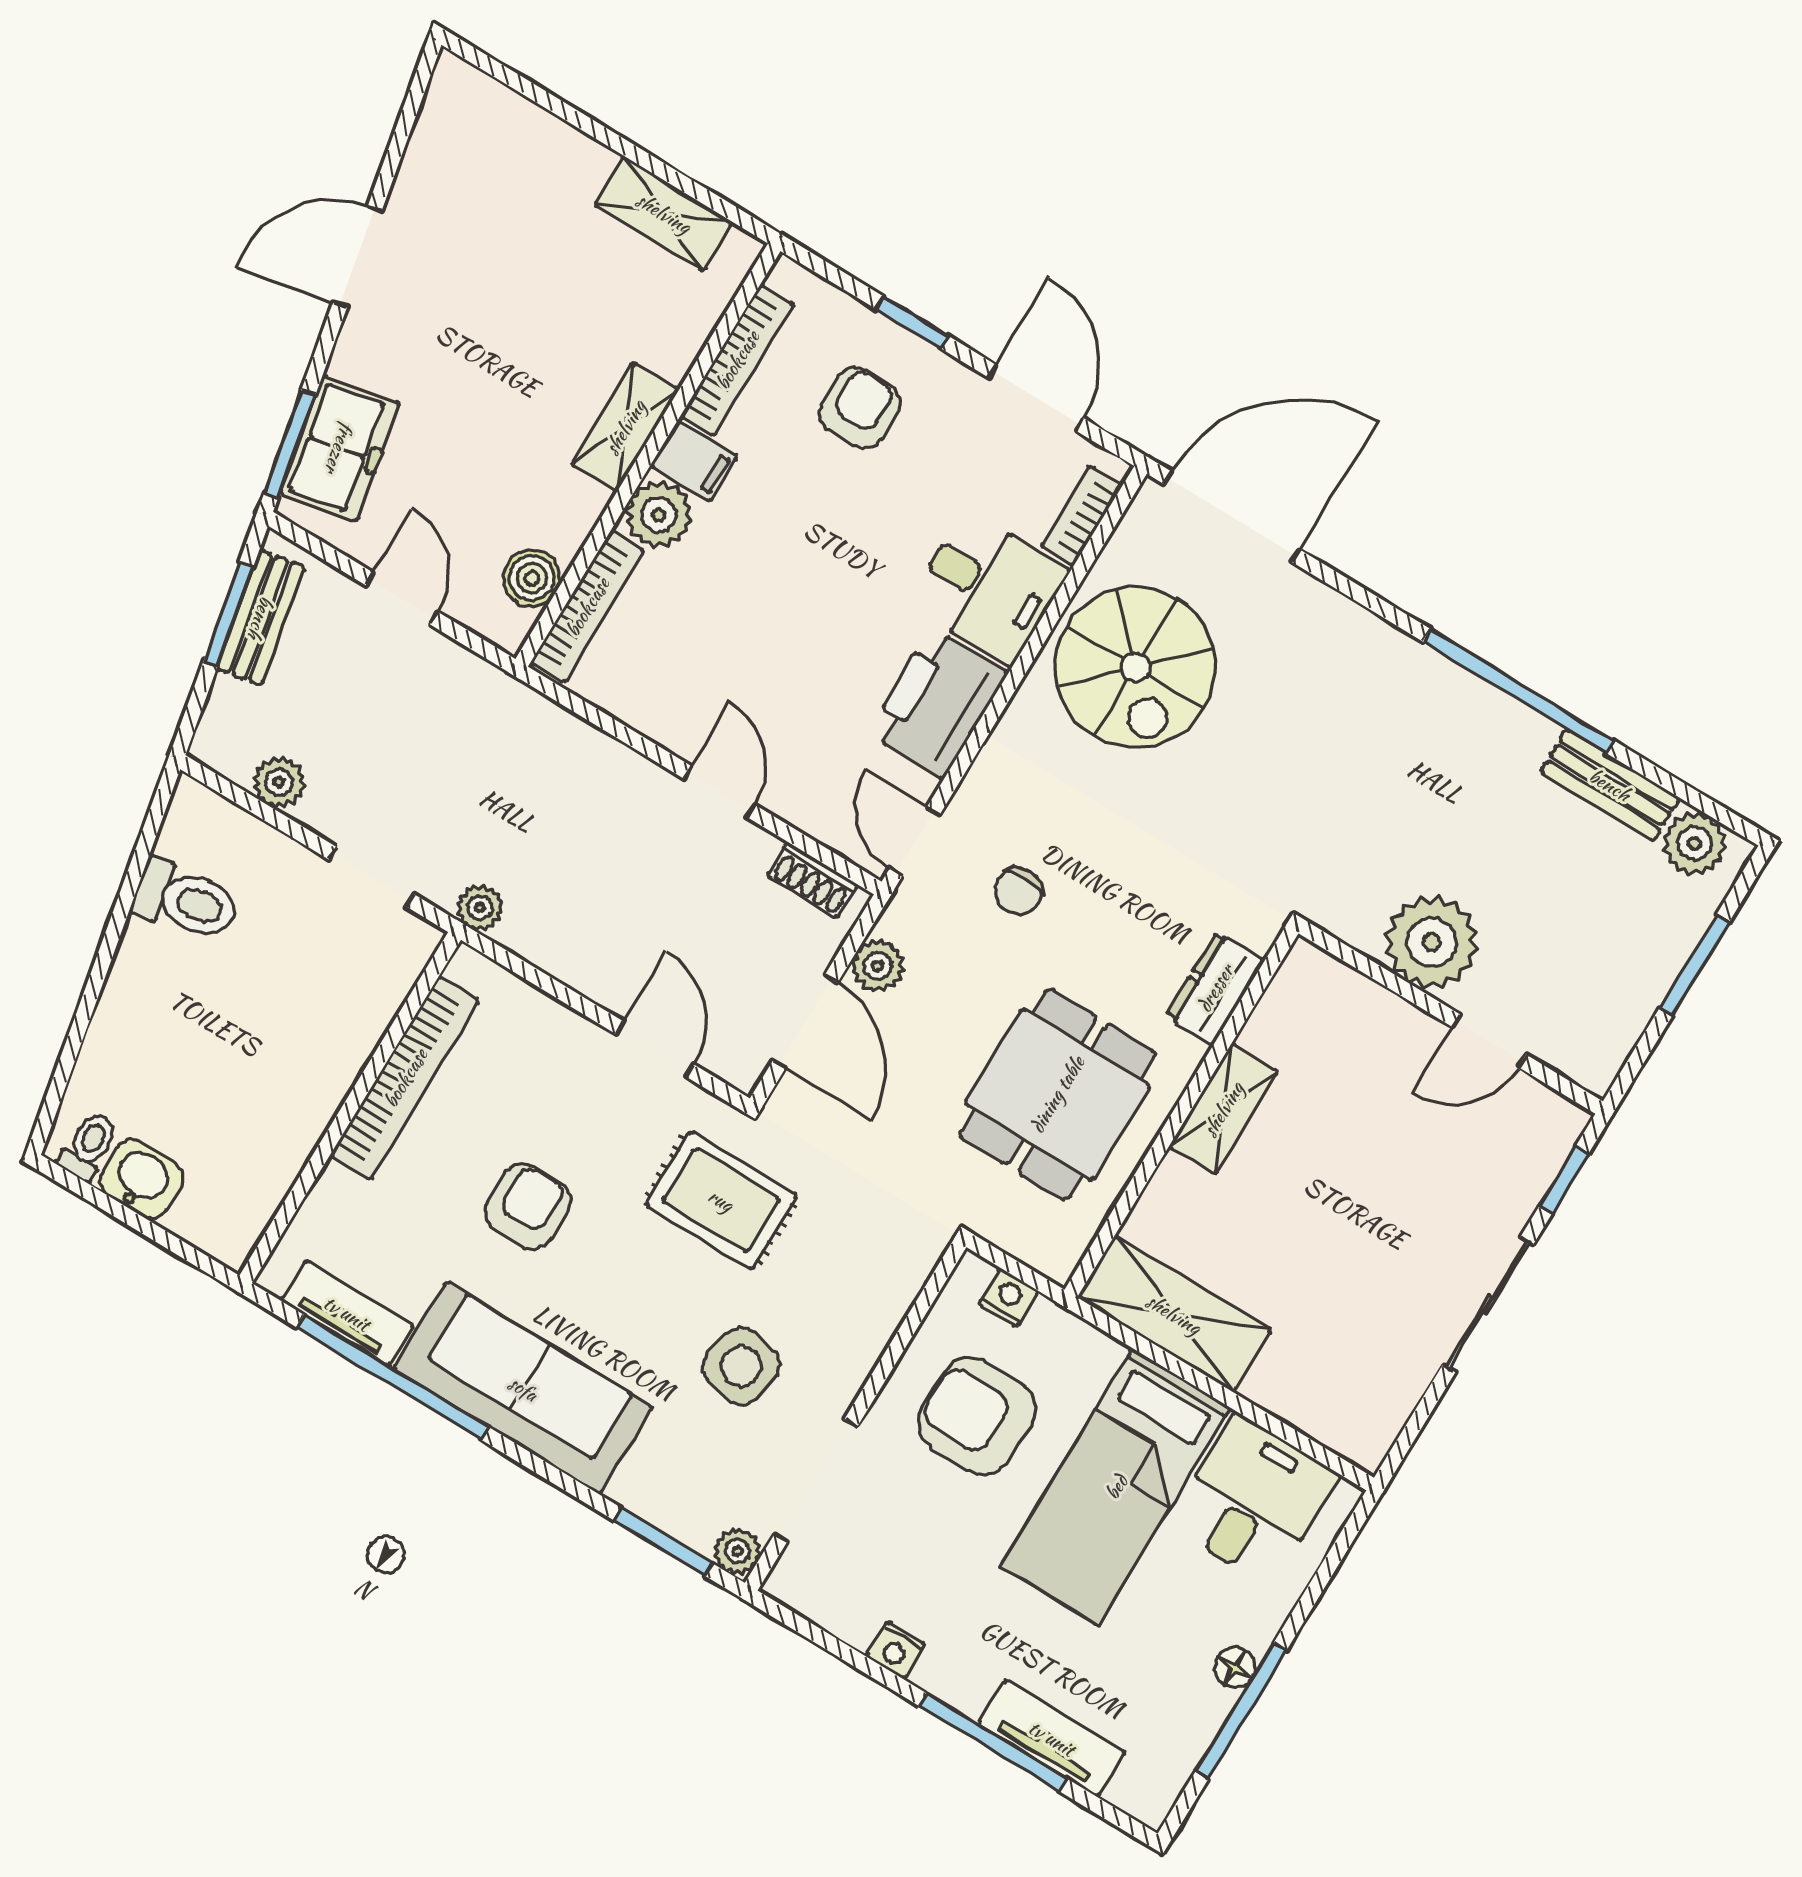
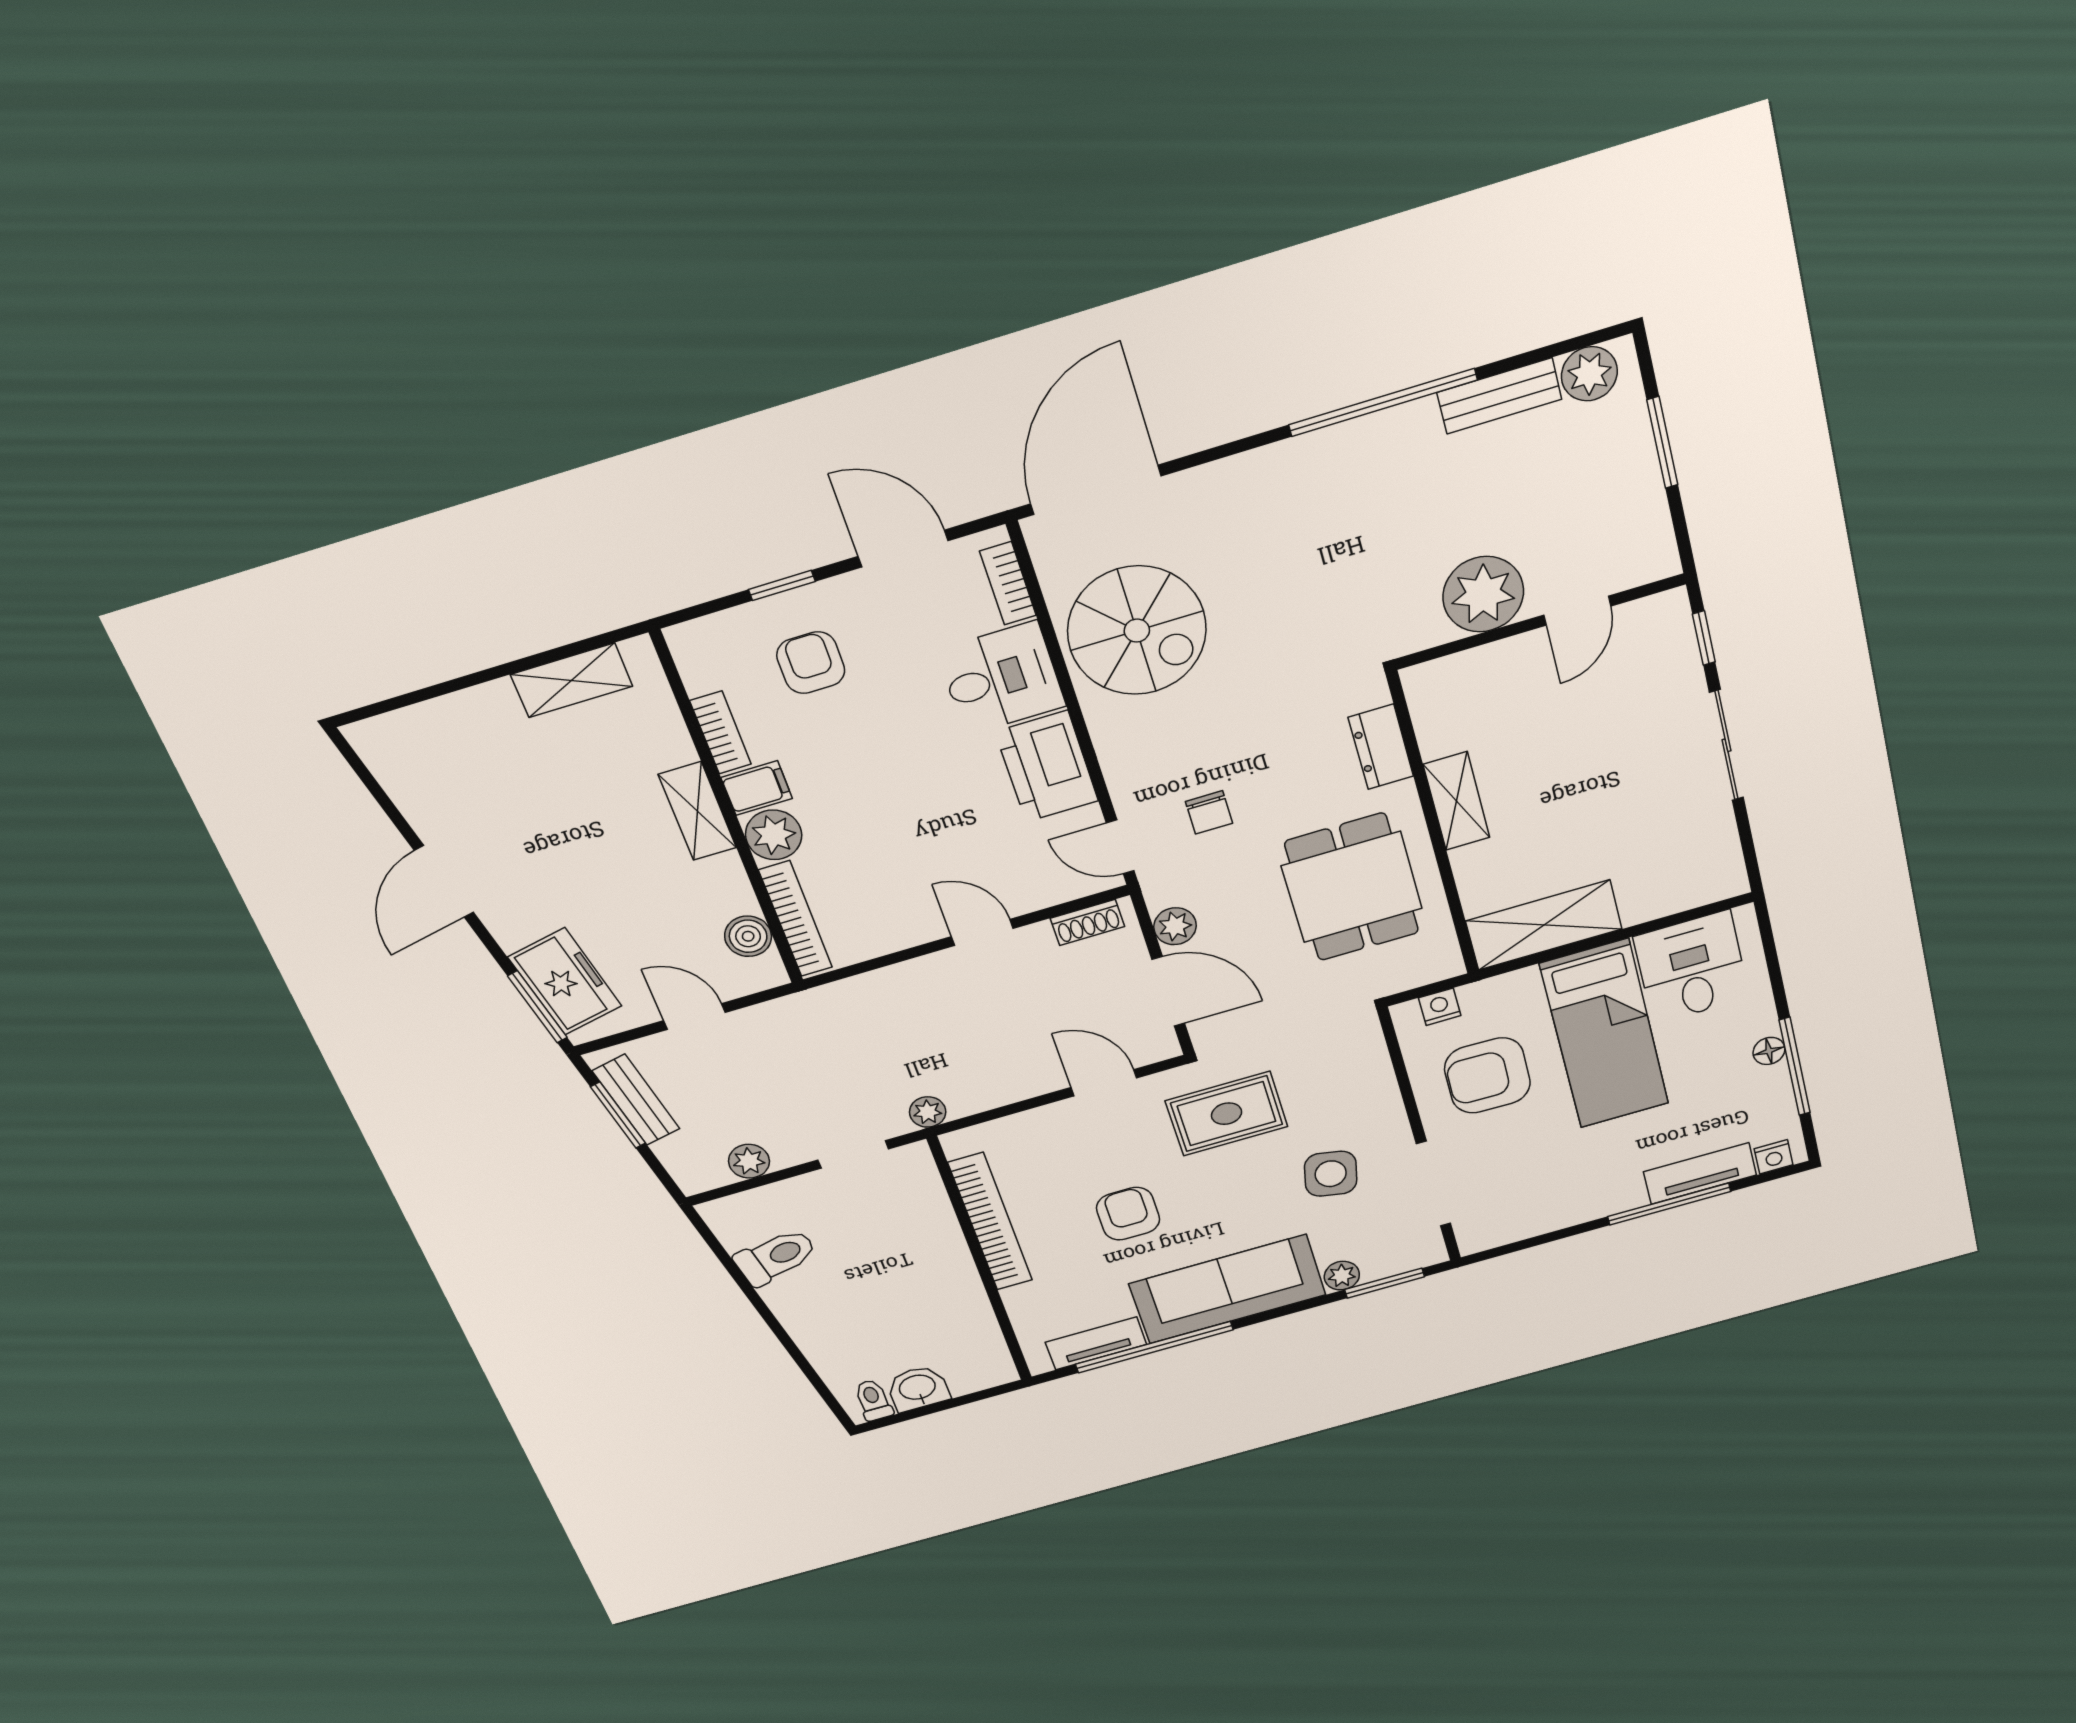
bookcase: (737, 360) -> (721, 733), width x0.64
plant: (737, 1551) -> (1342, 1276), moved
nightstand: (896, 1650) -> (1774, 1157), moved

